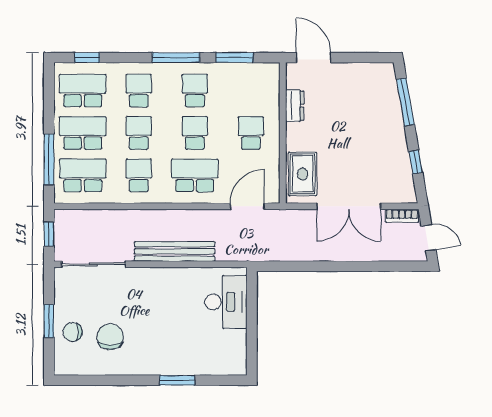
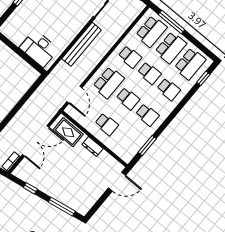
window: (176, 58) -> (169, 119), removed
dresser: (295, 106) -> (93, 146), moved
double door: (349, 206) -> (36, 141), swing flipped

